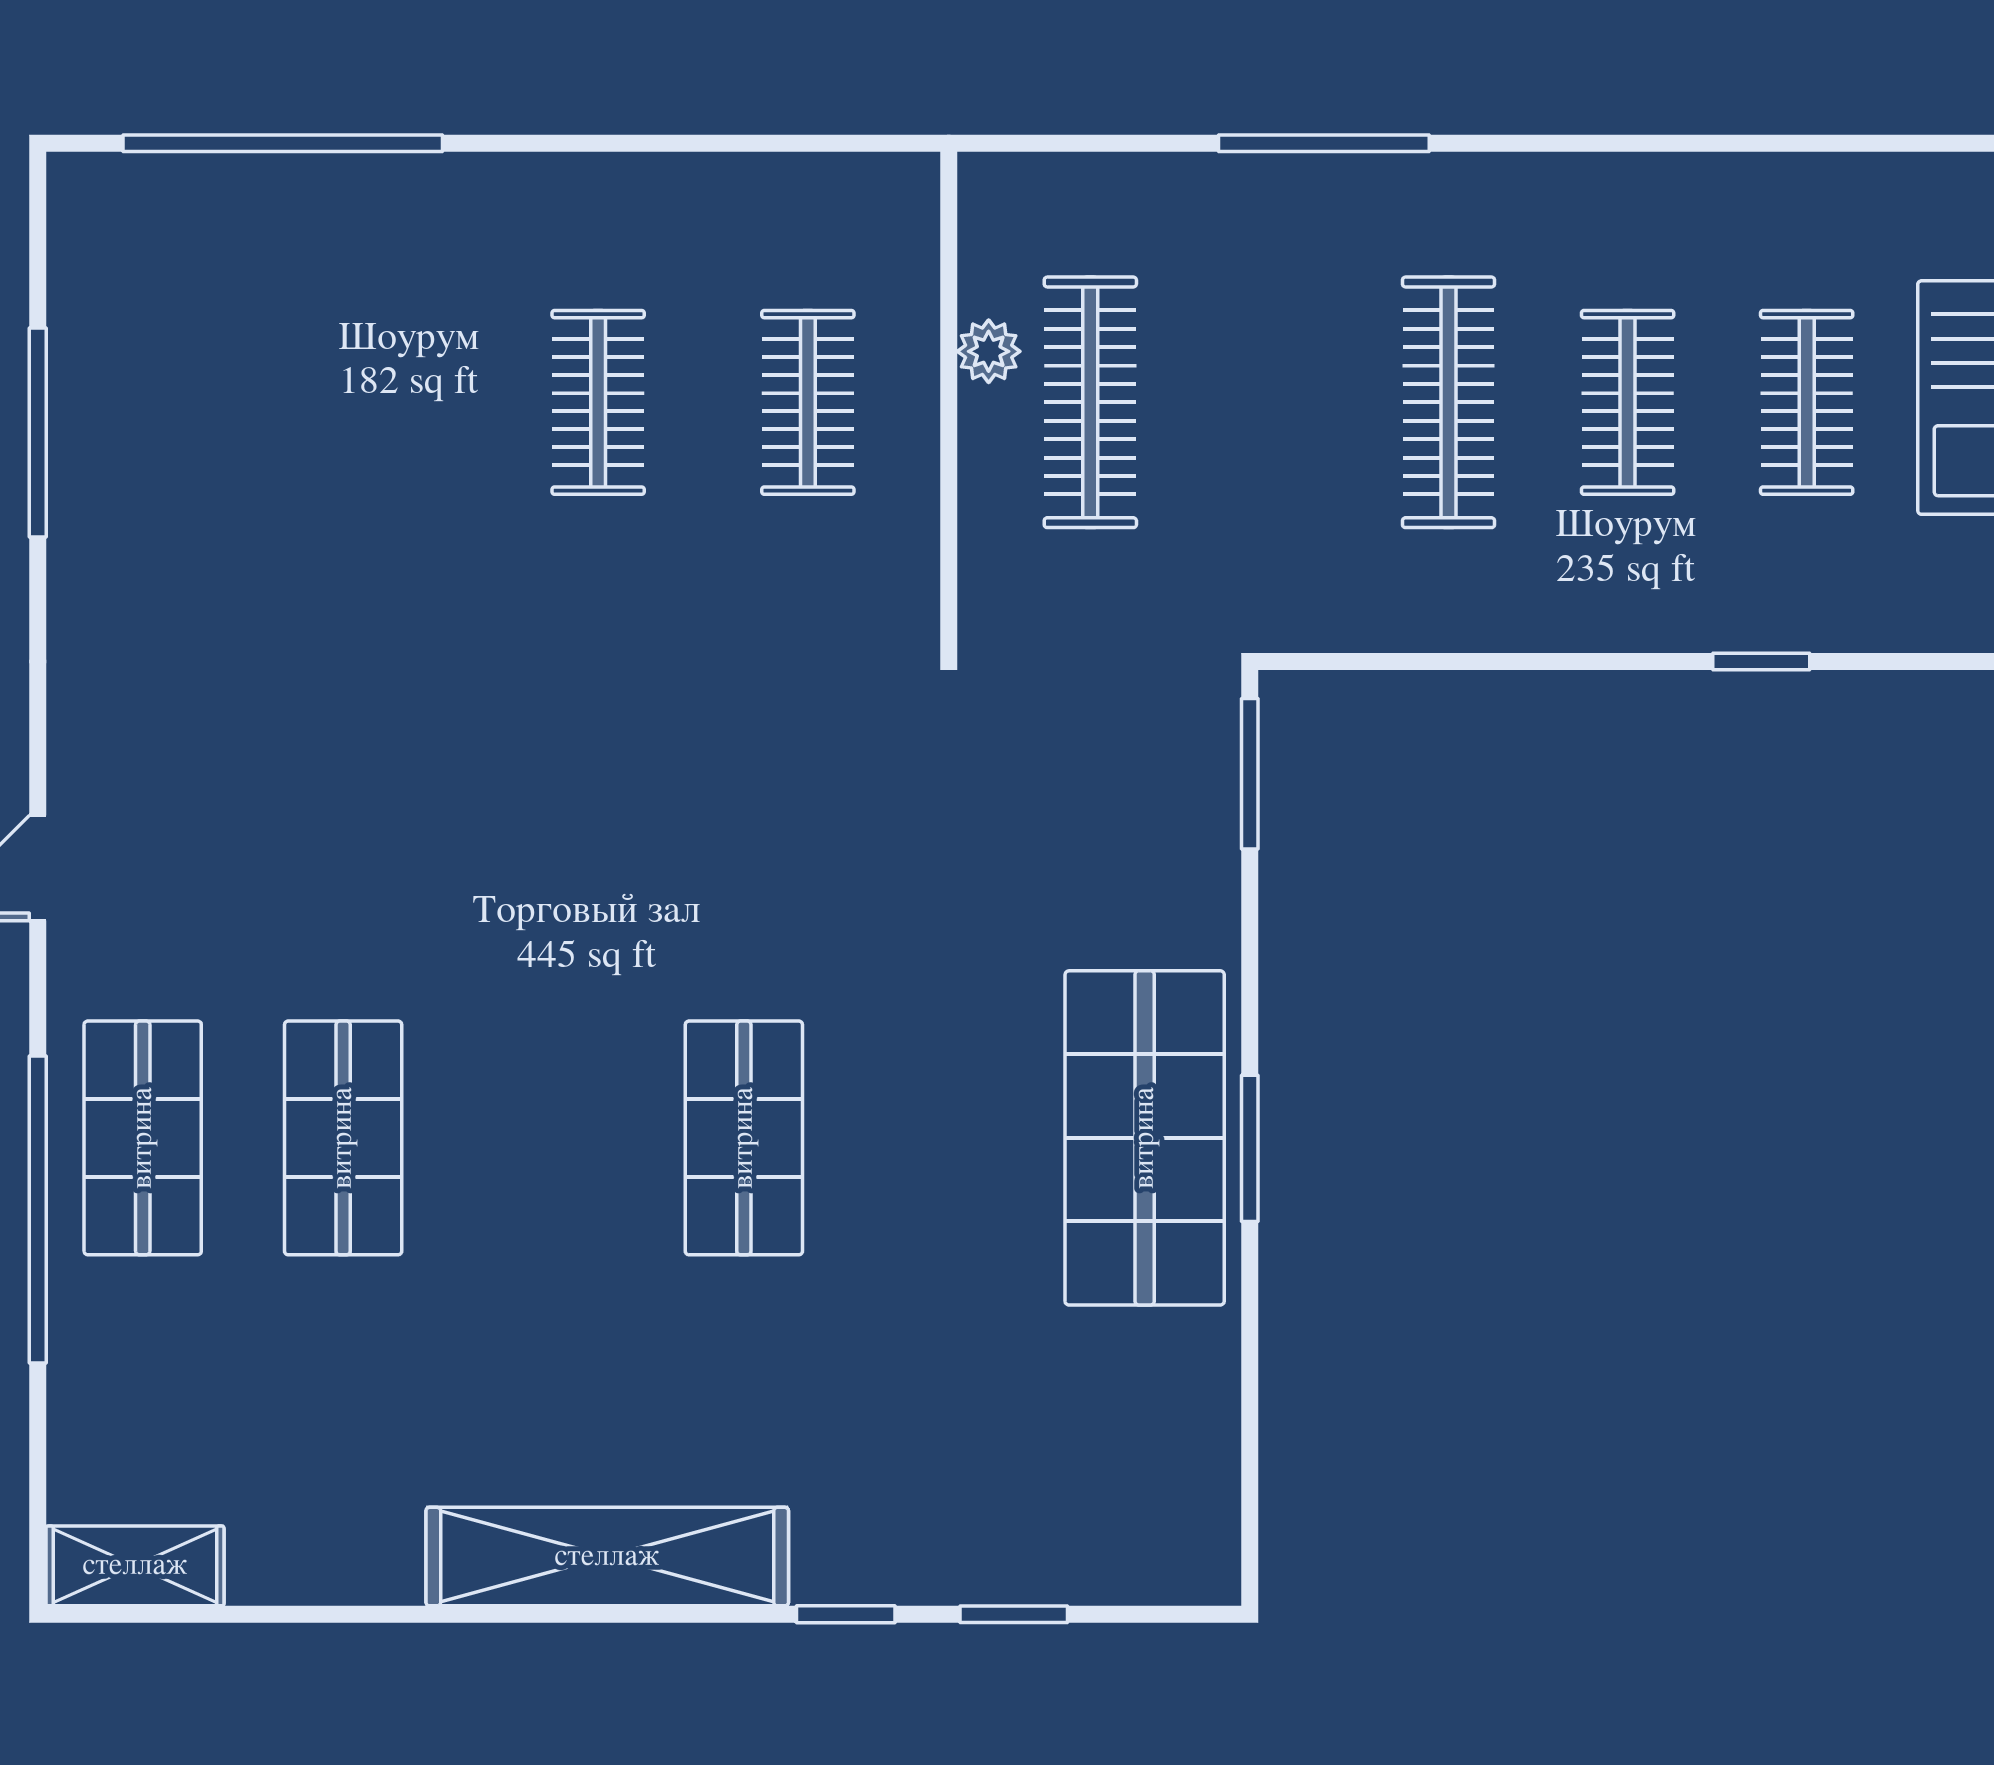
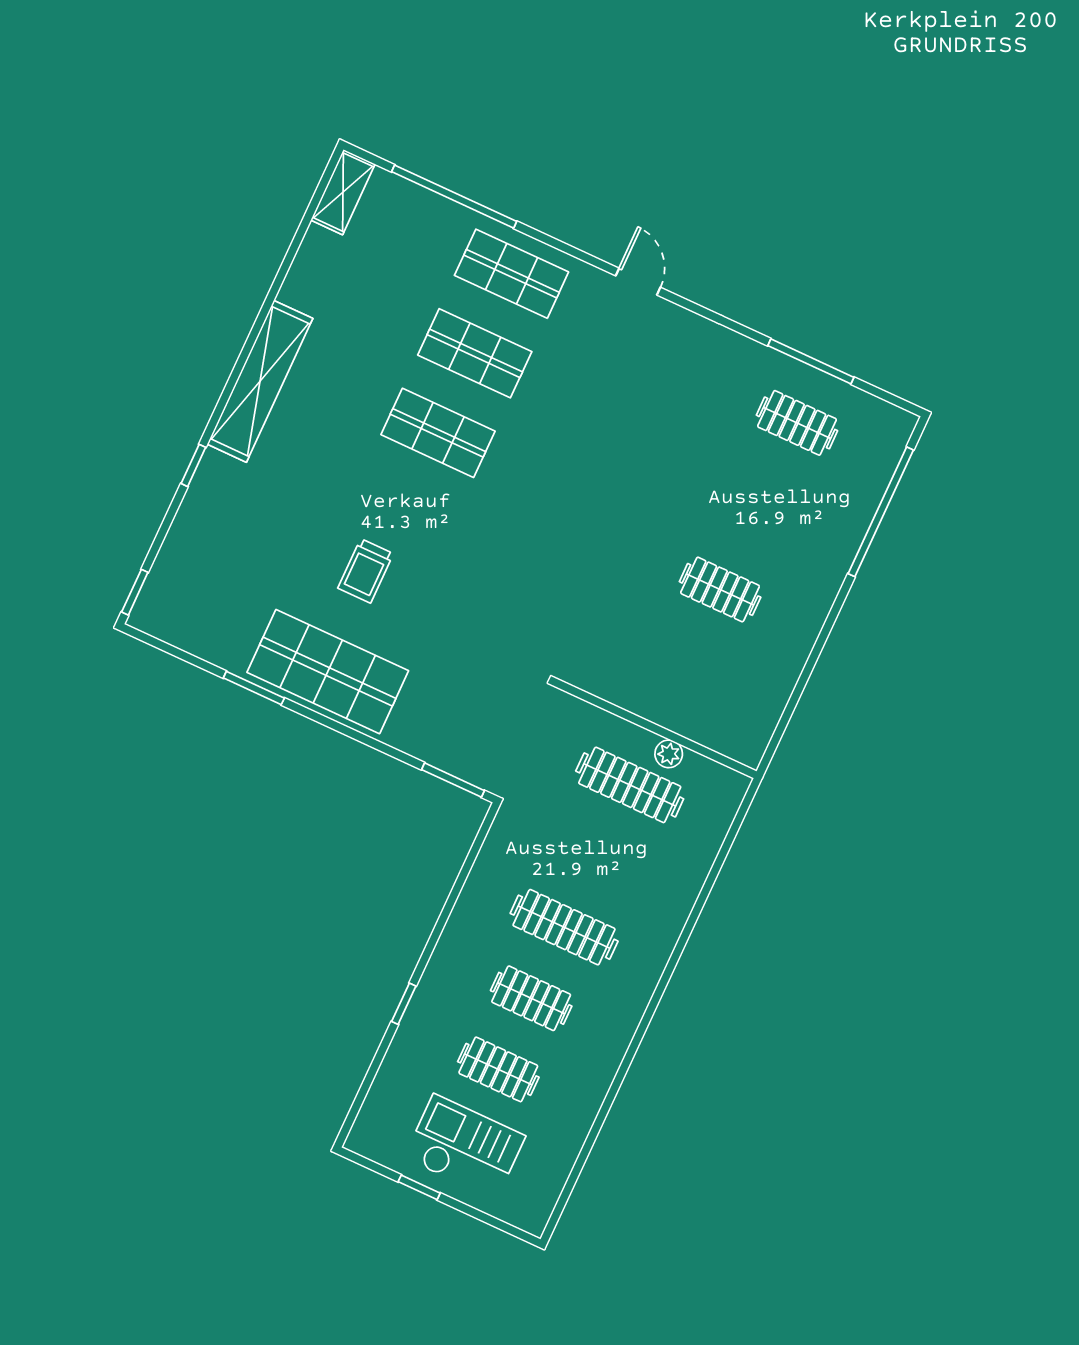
window: (1324, 143) -> (690, 925), removed
clothes rail: (808, 402) -> (797, 423), moved
shop shelf: (744, 1138) -> (438, 433), moved
window: (1250, 1148) -> (254, 688), moved
trolley: (899, 1156) -> (366, 571), added
window: (38, 1210) -> (454, 197), moved
window: (1014, 1614) -> (135, 592), moved

